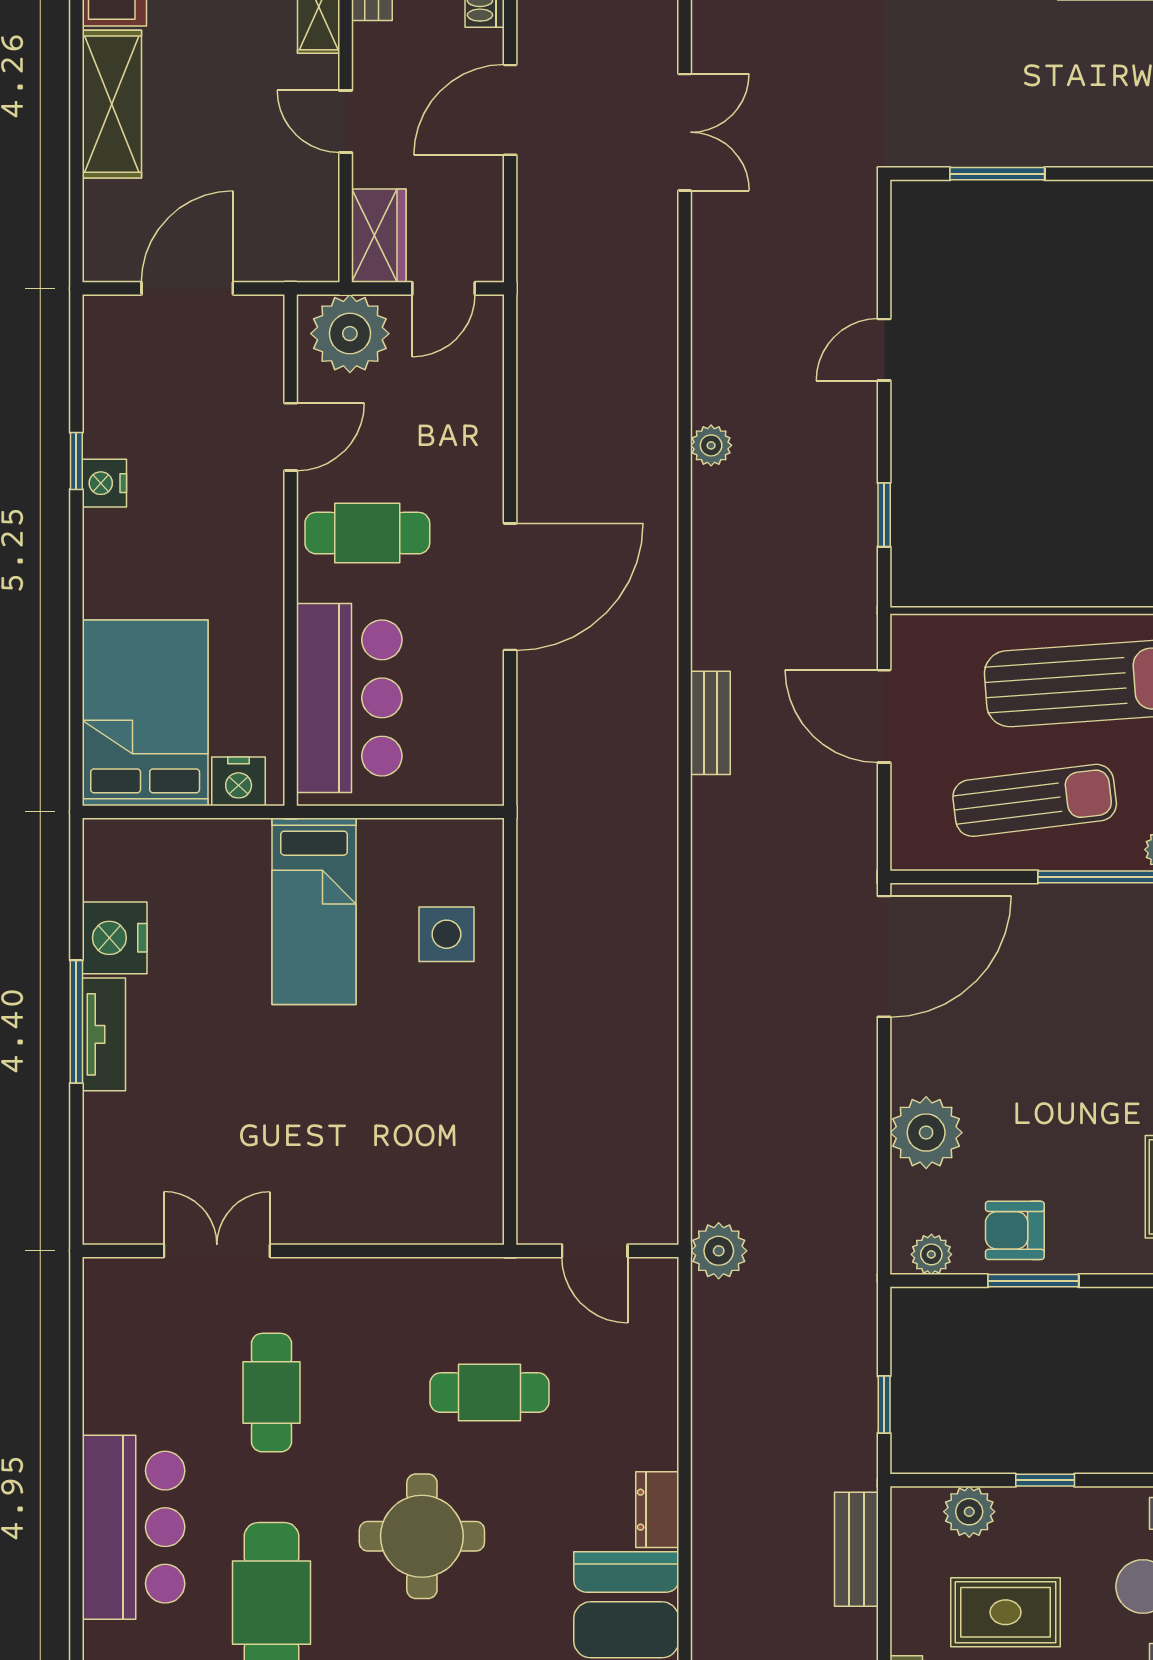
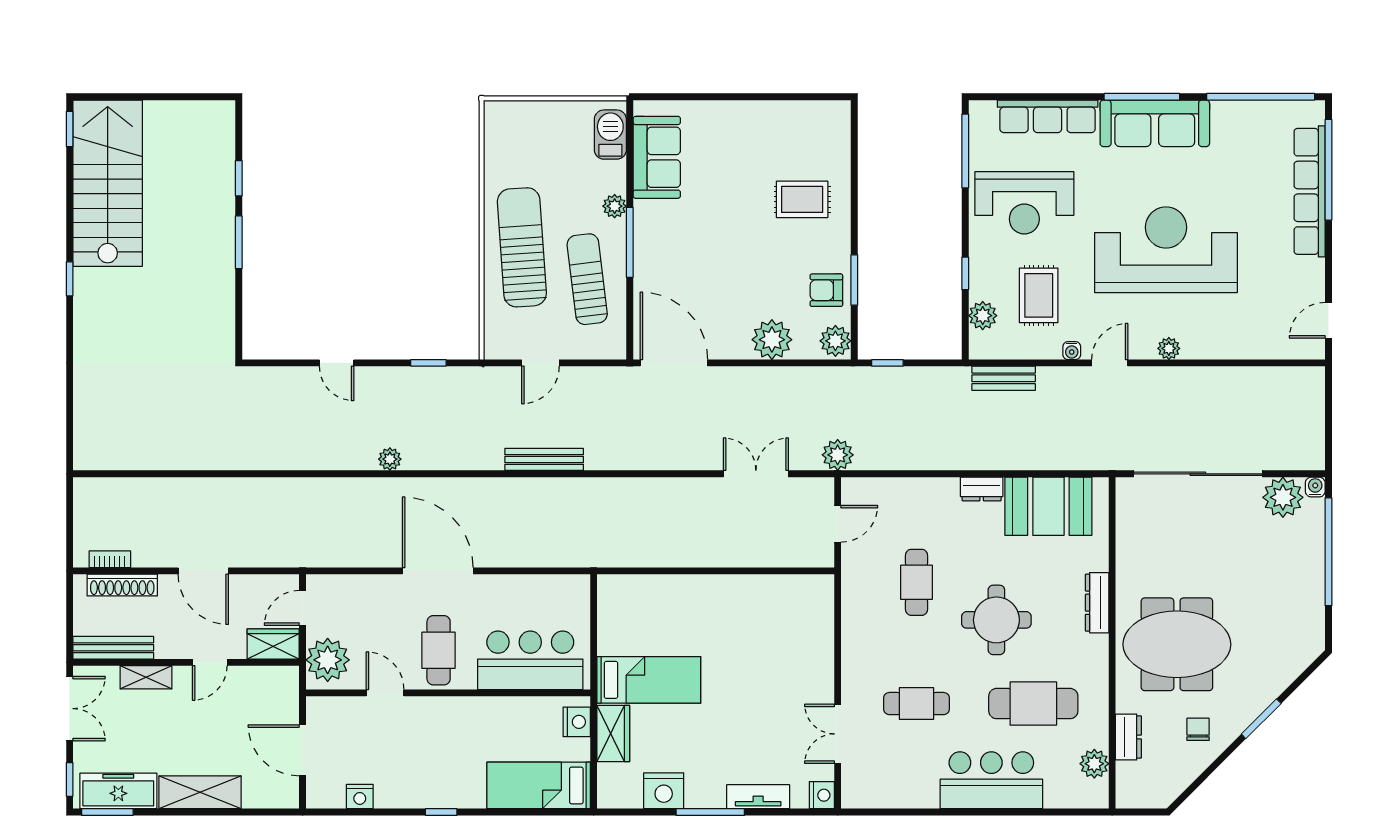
double door: (685, 132) -> (756, 474), moved
window: (997, 174) -> (239, 242), moved
door: (444, 288) -> (303, 608), swing flipped
window: (76, 461) -> (441, 812), moved
nightstand: (104, 483) -> (360, 797), moved
door: (510, 587) -> (438, 571), moved
bed: (145, 713) -> (539, 785), width x0.67
door: (884, 716) -> (540, 363), width x0.73
bench: (710, 723) -> (544, 459), width x1.36
wardrobe: (218, 847) -> (613, 734), added
side table: (446, 934) -> (662, 606), removed
tv unit: (104, 1034) -> (758, 797), moved
nightstand: (107, 1222) -> (822, 795), added
armchair: (1015, 1230) -> (826, 290), turned 90
plant: (931, 1254) -> (835, 341), width x1.38, depth x1.38
window: (884, 1405) -> (887, 363), moved

